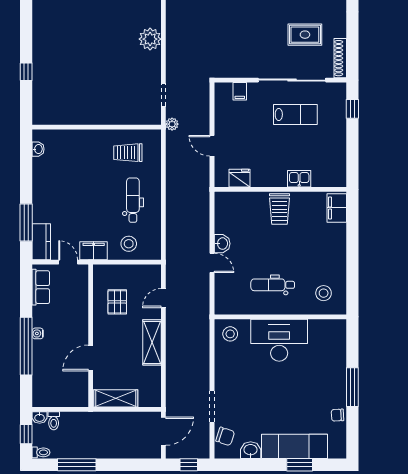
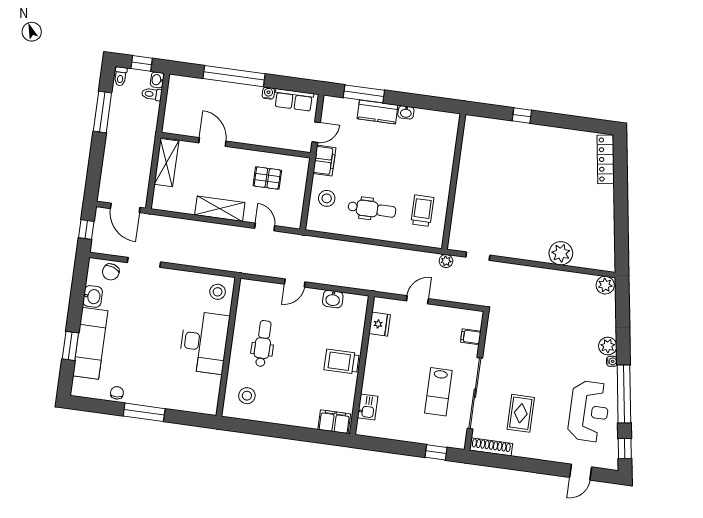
plant: (150, 39) -> (561, 253), moved
washbasin: (38, 149) -> (406, 112), moved
kitchen sink: (299, 179) -> (368, 407), moved
kitchen counter: (41, 242) -> (377, 112), moved
washbasin: (222, 244) -> (333, 299), moved
water cooler: (38, 333) -> (268, 93), moved

